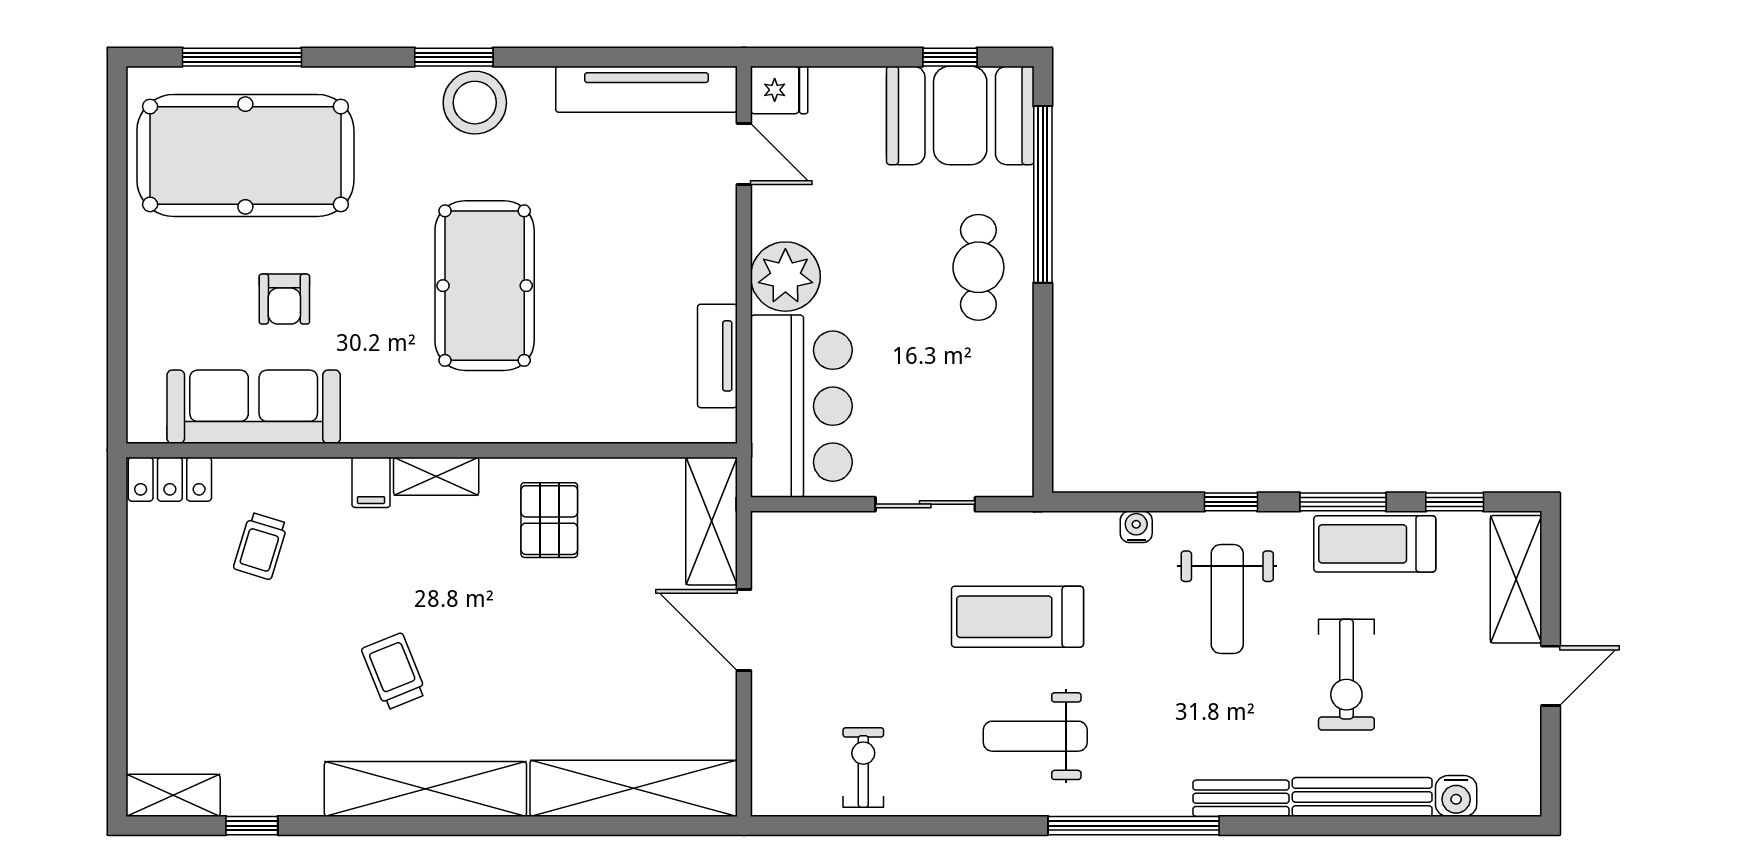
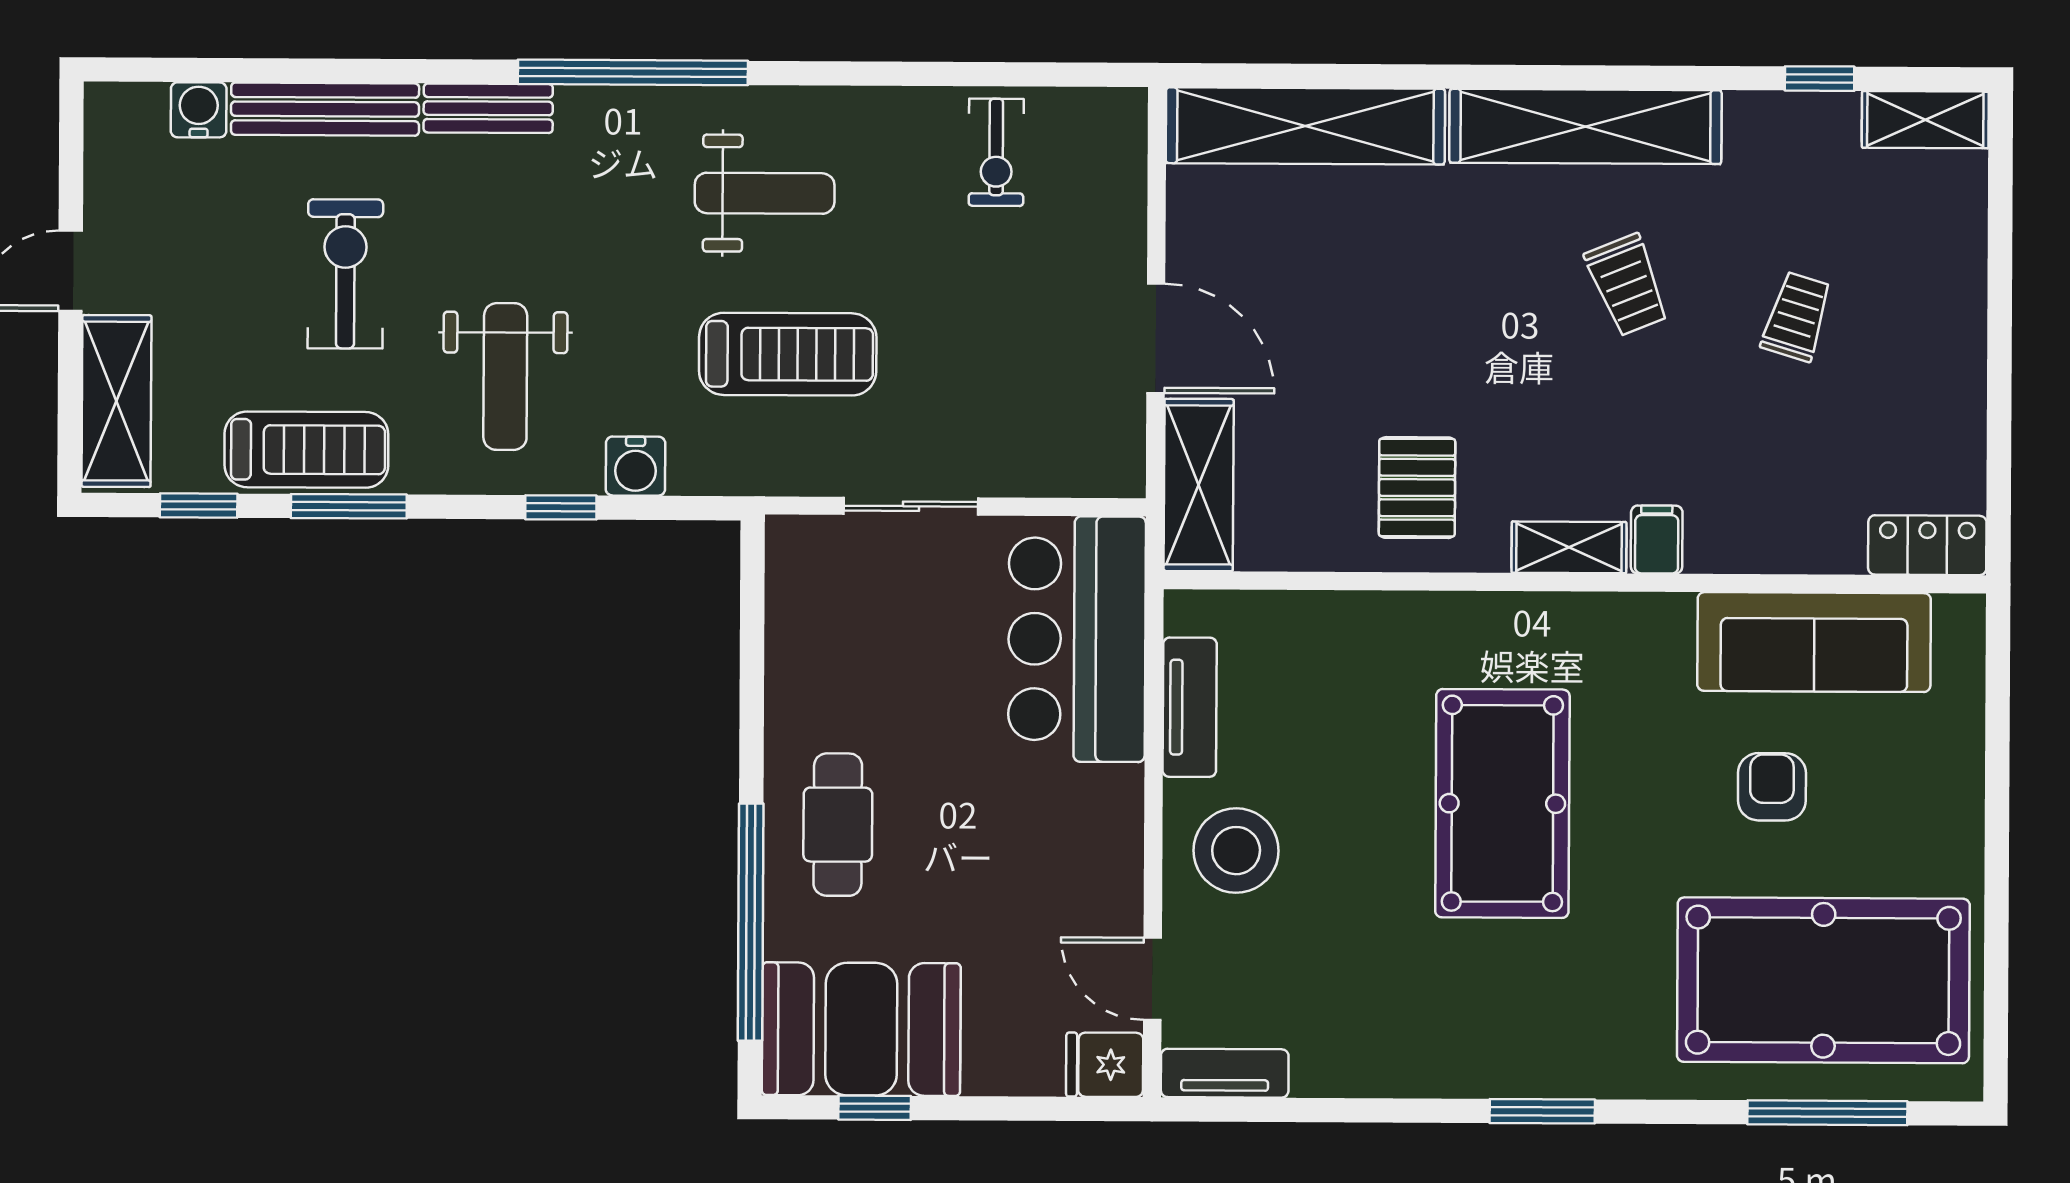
tv unit: (646, 89) -> (1225, 1073), width x0.52, depth x0.78
stool: (475, 103) -> (1236, 851), moved
plant: (785, 277) -> (1097, 814), removed
window: (1231, 502) -> (561, 507), moved
water cooler: (1136, 527) -> (635, 466), width x1.38, depth x1.38
trolley: (261, 546) -> (1797, 317), moved
weight bench: (1227, 599) -> (505, 376), turned 180

